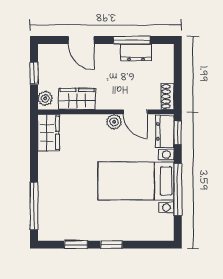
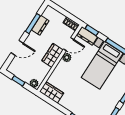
wardrobe: (77, 99) -> (52, 55), moved

